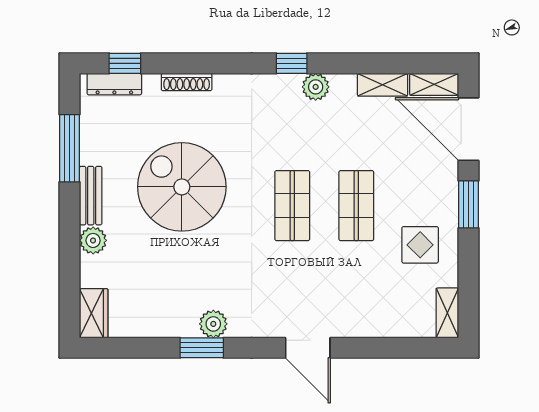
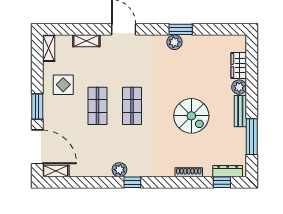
shelving: (383, 85) -> (86, 41), moved
spiral stairs: (182, 187) -> (191, 116), width x0.73, depth x0.73
wardrobe: (94, 313) -> (239, 66), moved

